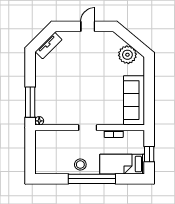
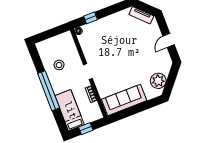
door: (88, 26) -> (169, 41), swing flipped
window: (30, 102) -> (91, 18), width x0.46
stool: (80, 165) -> (59, 65), moved

